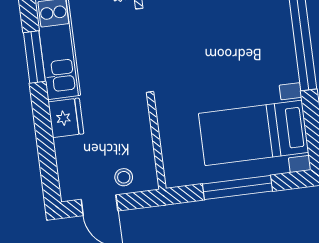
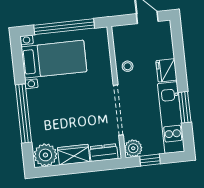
stool: (124, 177) -> (128, 66), moved
window: (237, 187) -> (64, 27), width x1.46

